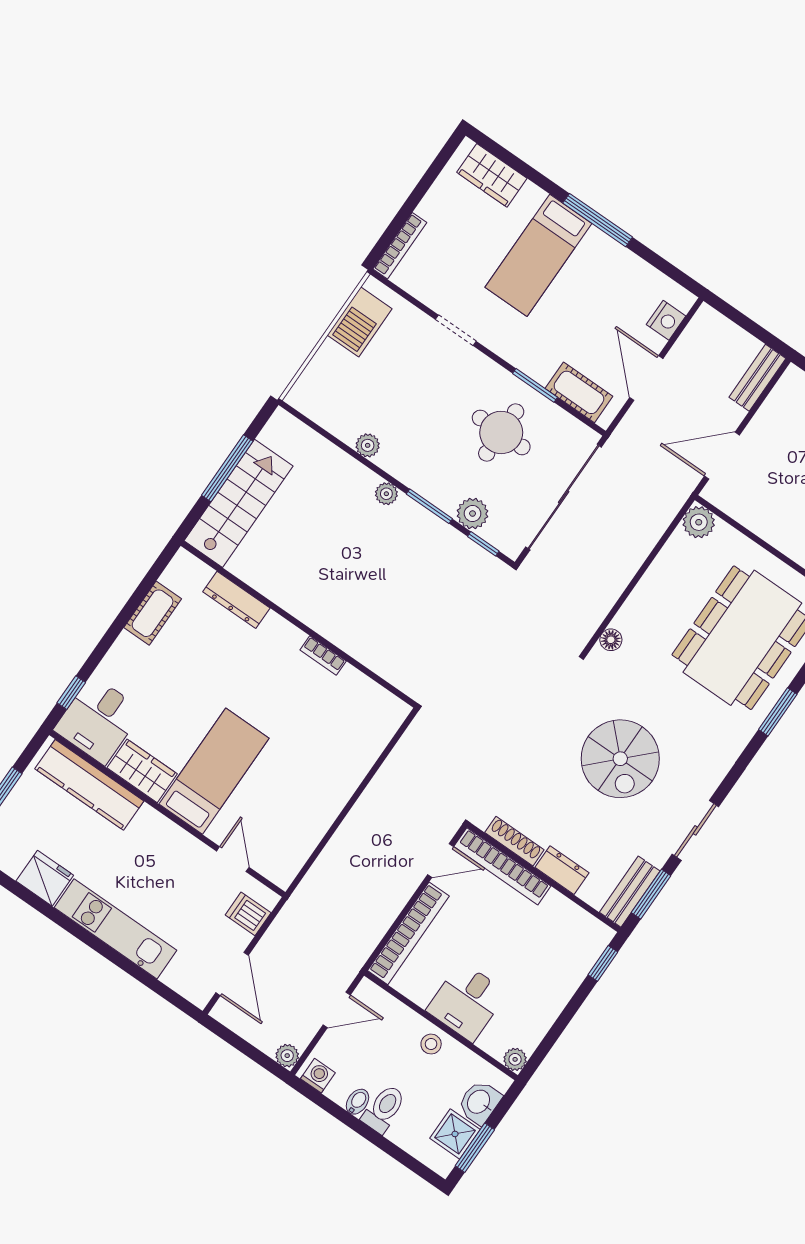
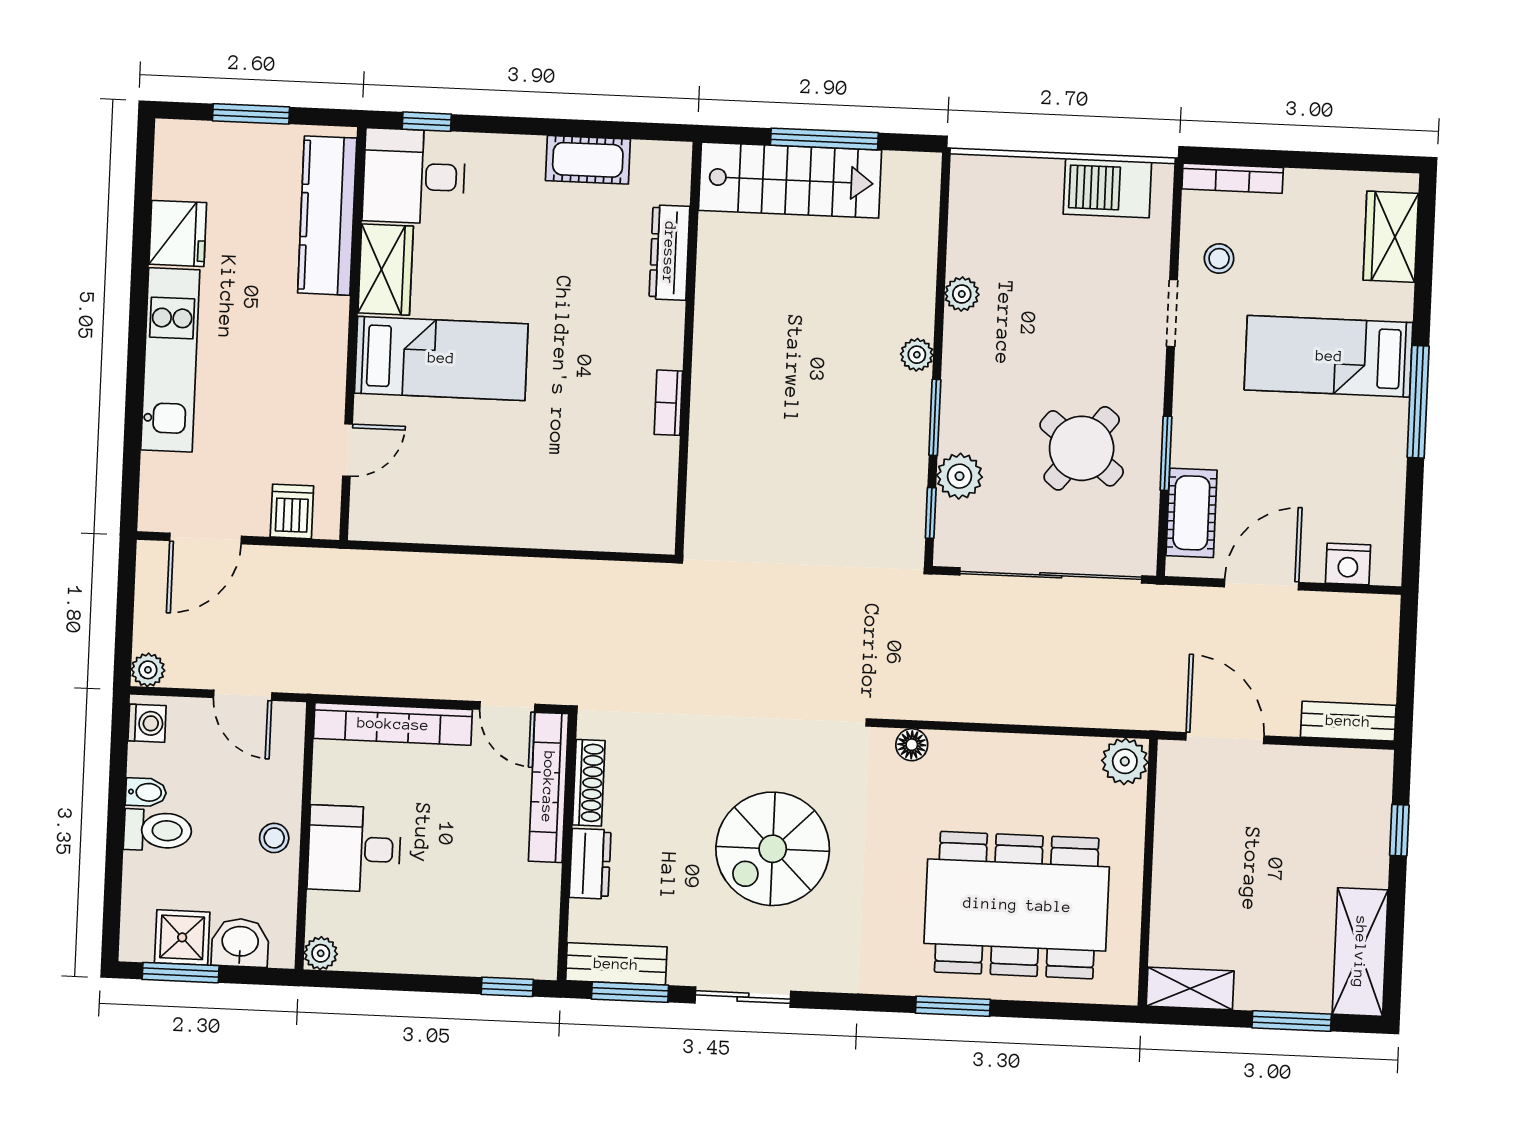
stool: (441, 283) -> (1219, 259), added
round table: (501, 432) -> (1082, 448), turned 38

